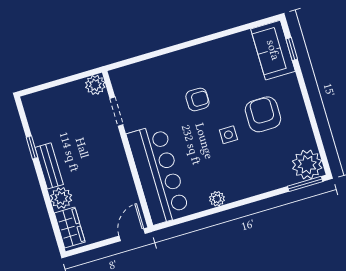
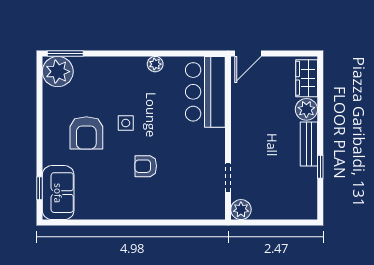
bar counter: (158, 174) -> (205, 92), width x0.73

